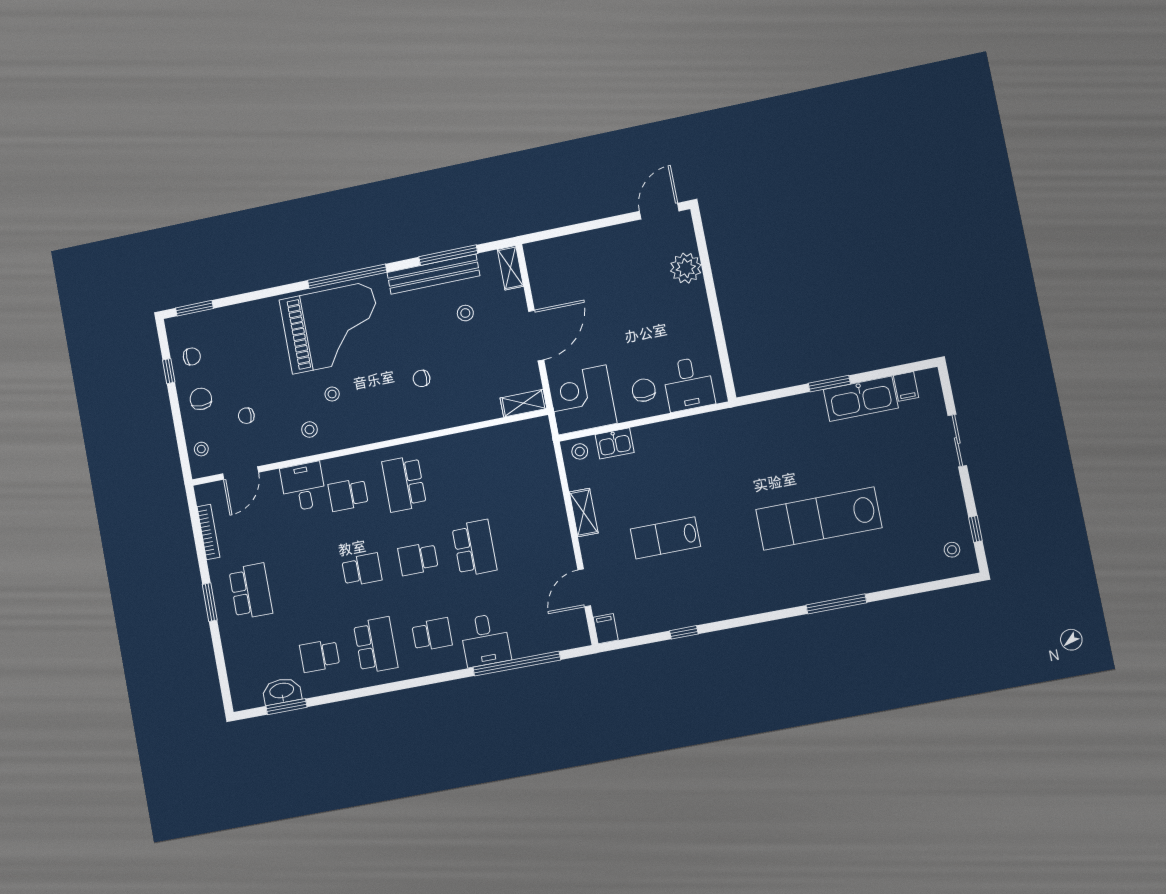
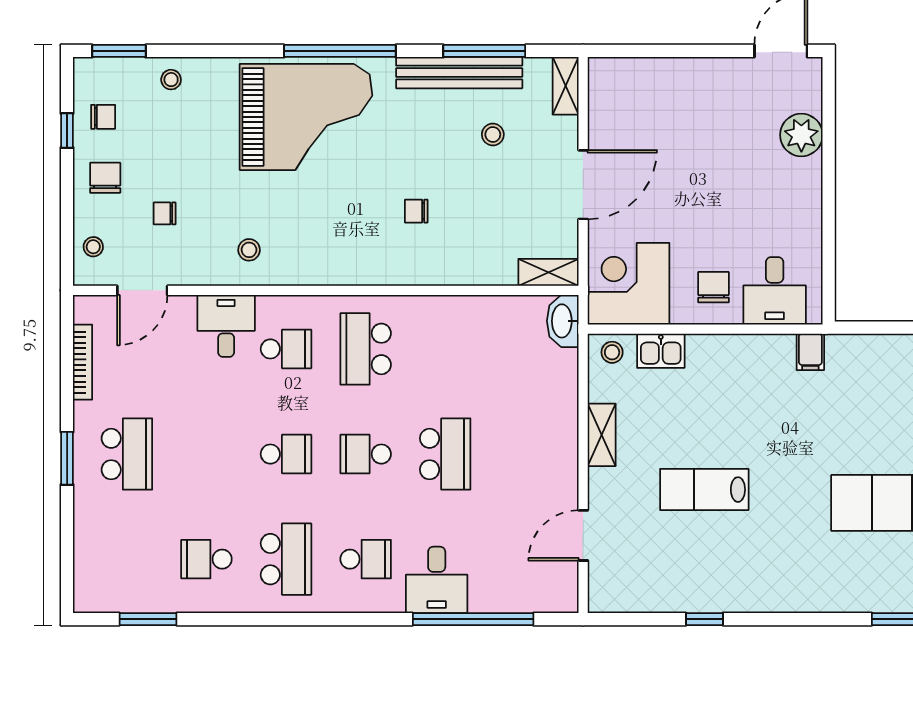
stool: (332, 394) -> (171, 80), moved
school desk: (348, 495) -> (286, 349), turned 180
filing cabinet: (606, 629) -> (810, 352), moved, turned 180
washbasin: (282, 691) -> (563, 321), moved, turned -90

